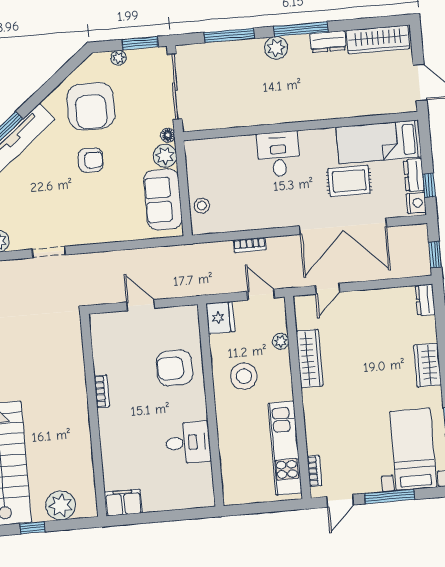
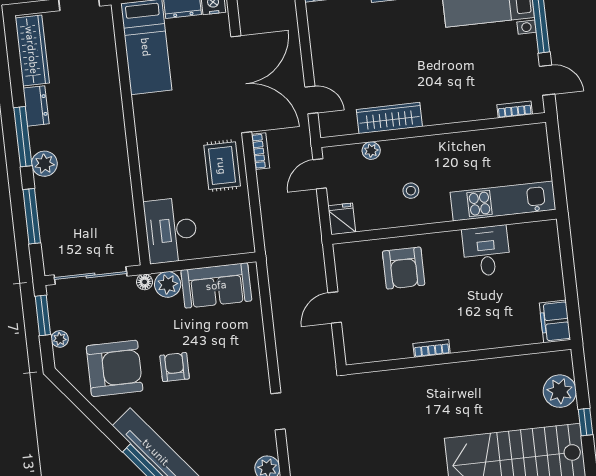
desk: (279, 154) -> (171, 230), moved, width x1.37
rug: (349, 181) -> (222, 166), moved
stool: (202, 206) -> (222, 242), removed
bookcase: (250, 245) -> (261, 151), moved
fridge: (220, 318) -> (342, 219), width x0.72
stool: (244, 376) -> (411, 191), width x0.53, depth x0.53
kitchen unit: (285, 448) -> (503, 201), moved, turned 180

